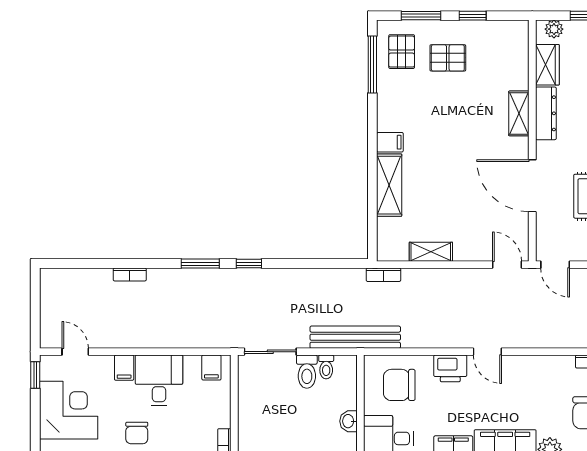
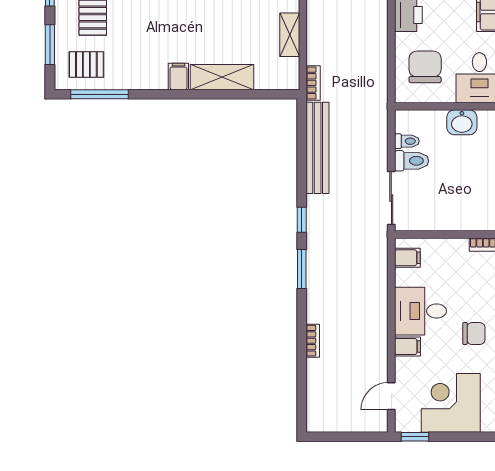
bench: (355, 337) -> (318, 148), moved
chair: (399, 385) -> (425, 67), turned 180
washbasin: (349, 421) -> (462, 122), width x1.38, depth x1.45

